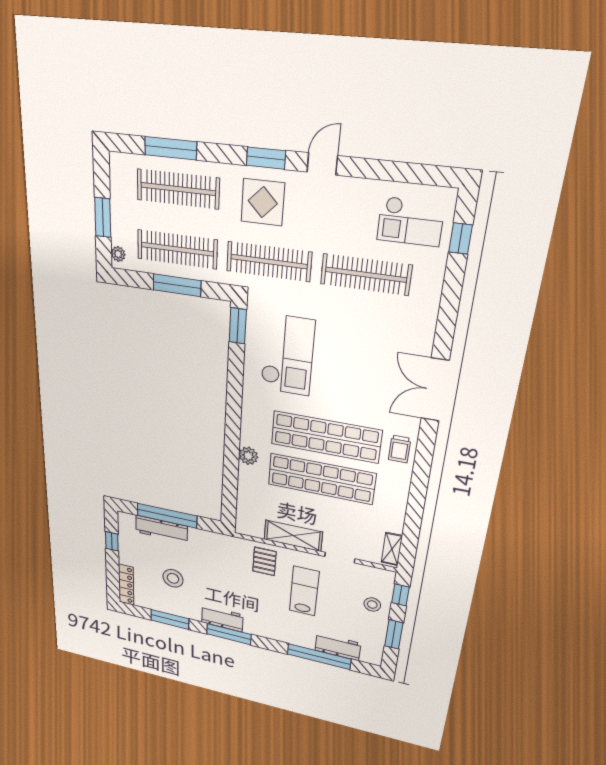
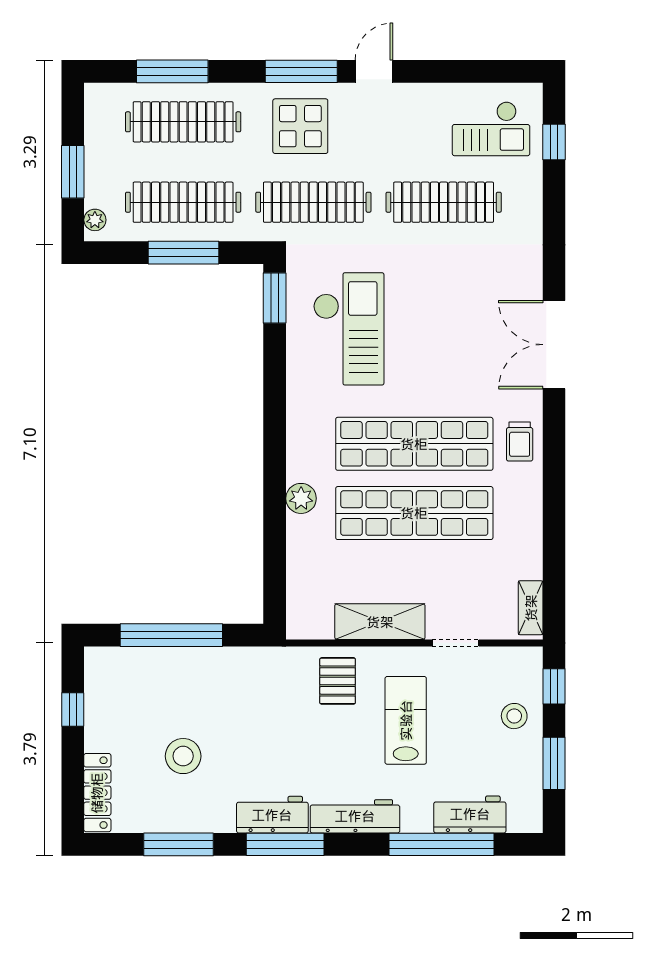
window: (266, 158) -> (301, 71), width x1.44
workbench: (161, 529) -> (355, 816), moved, turned 180

